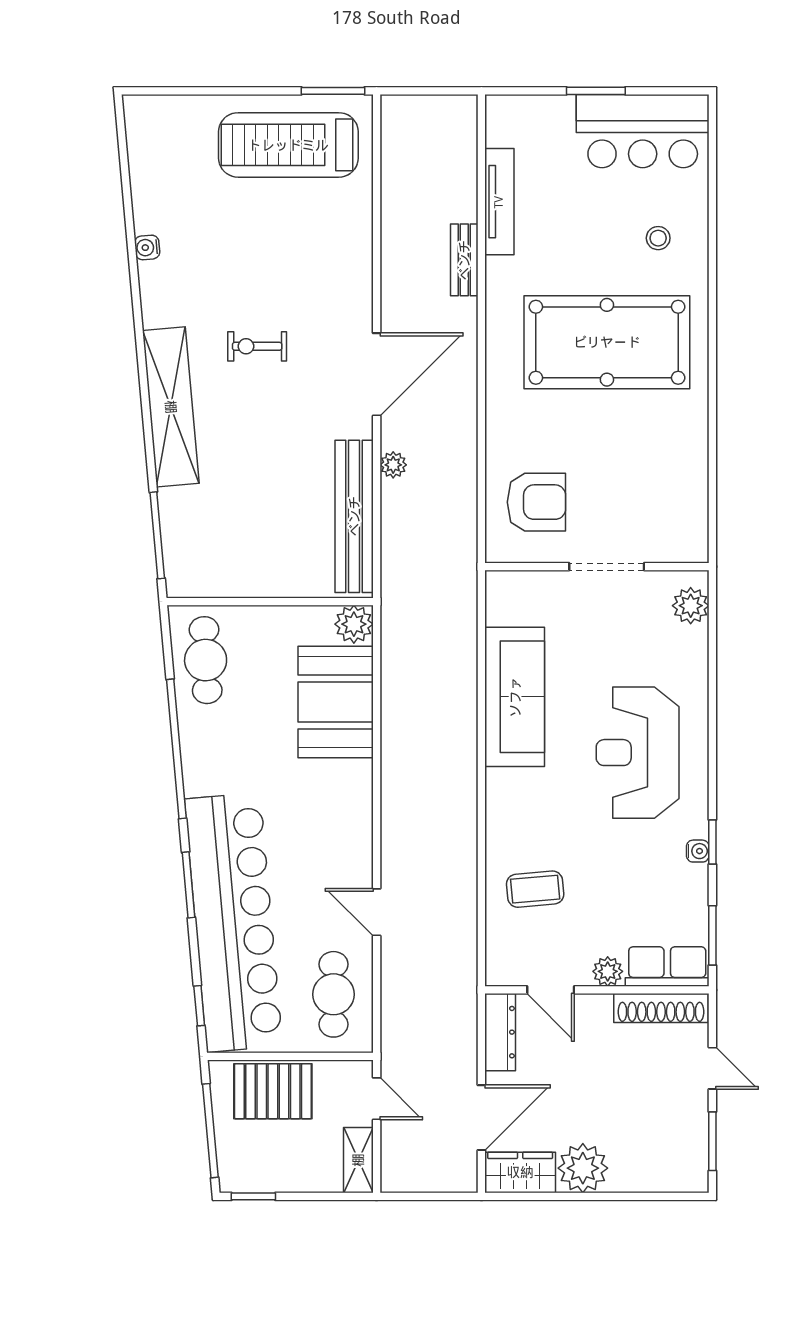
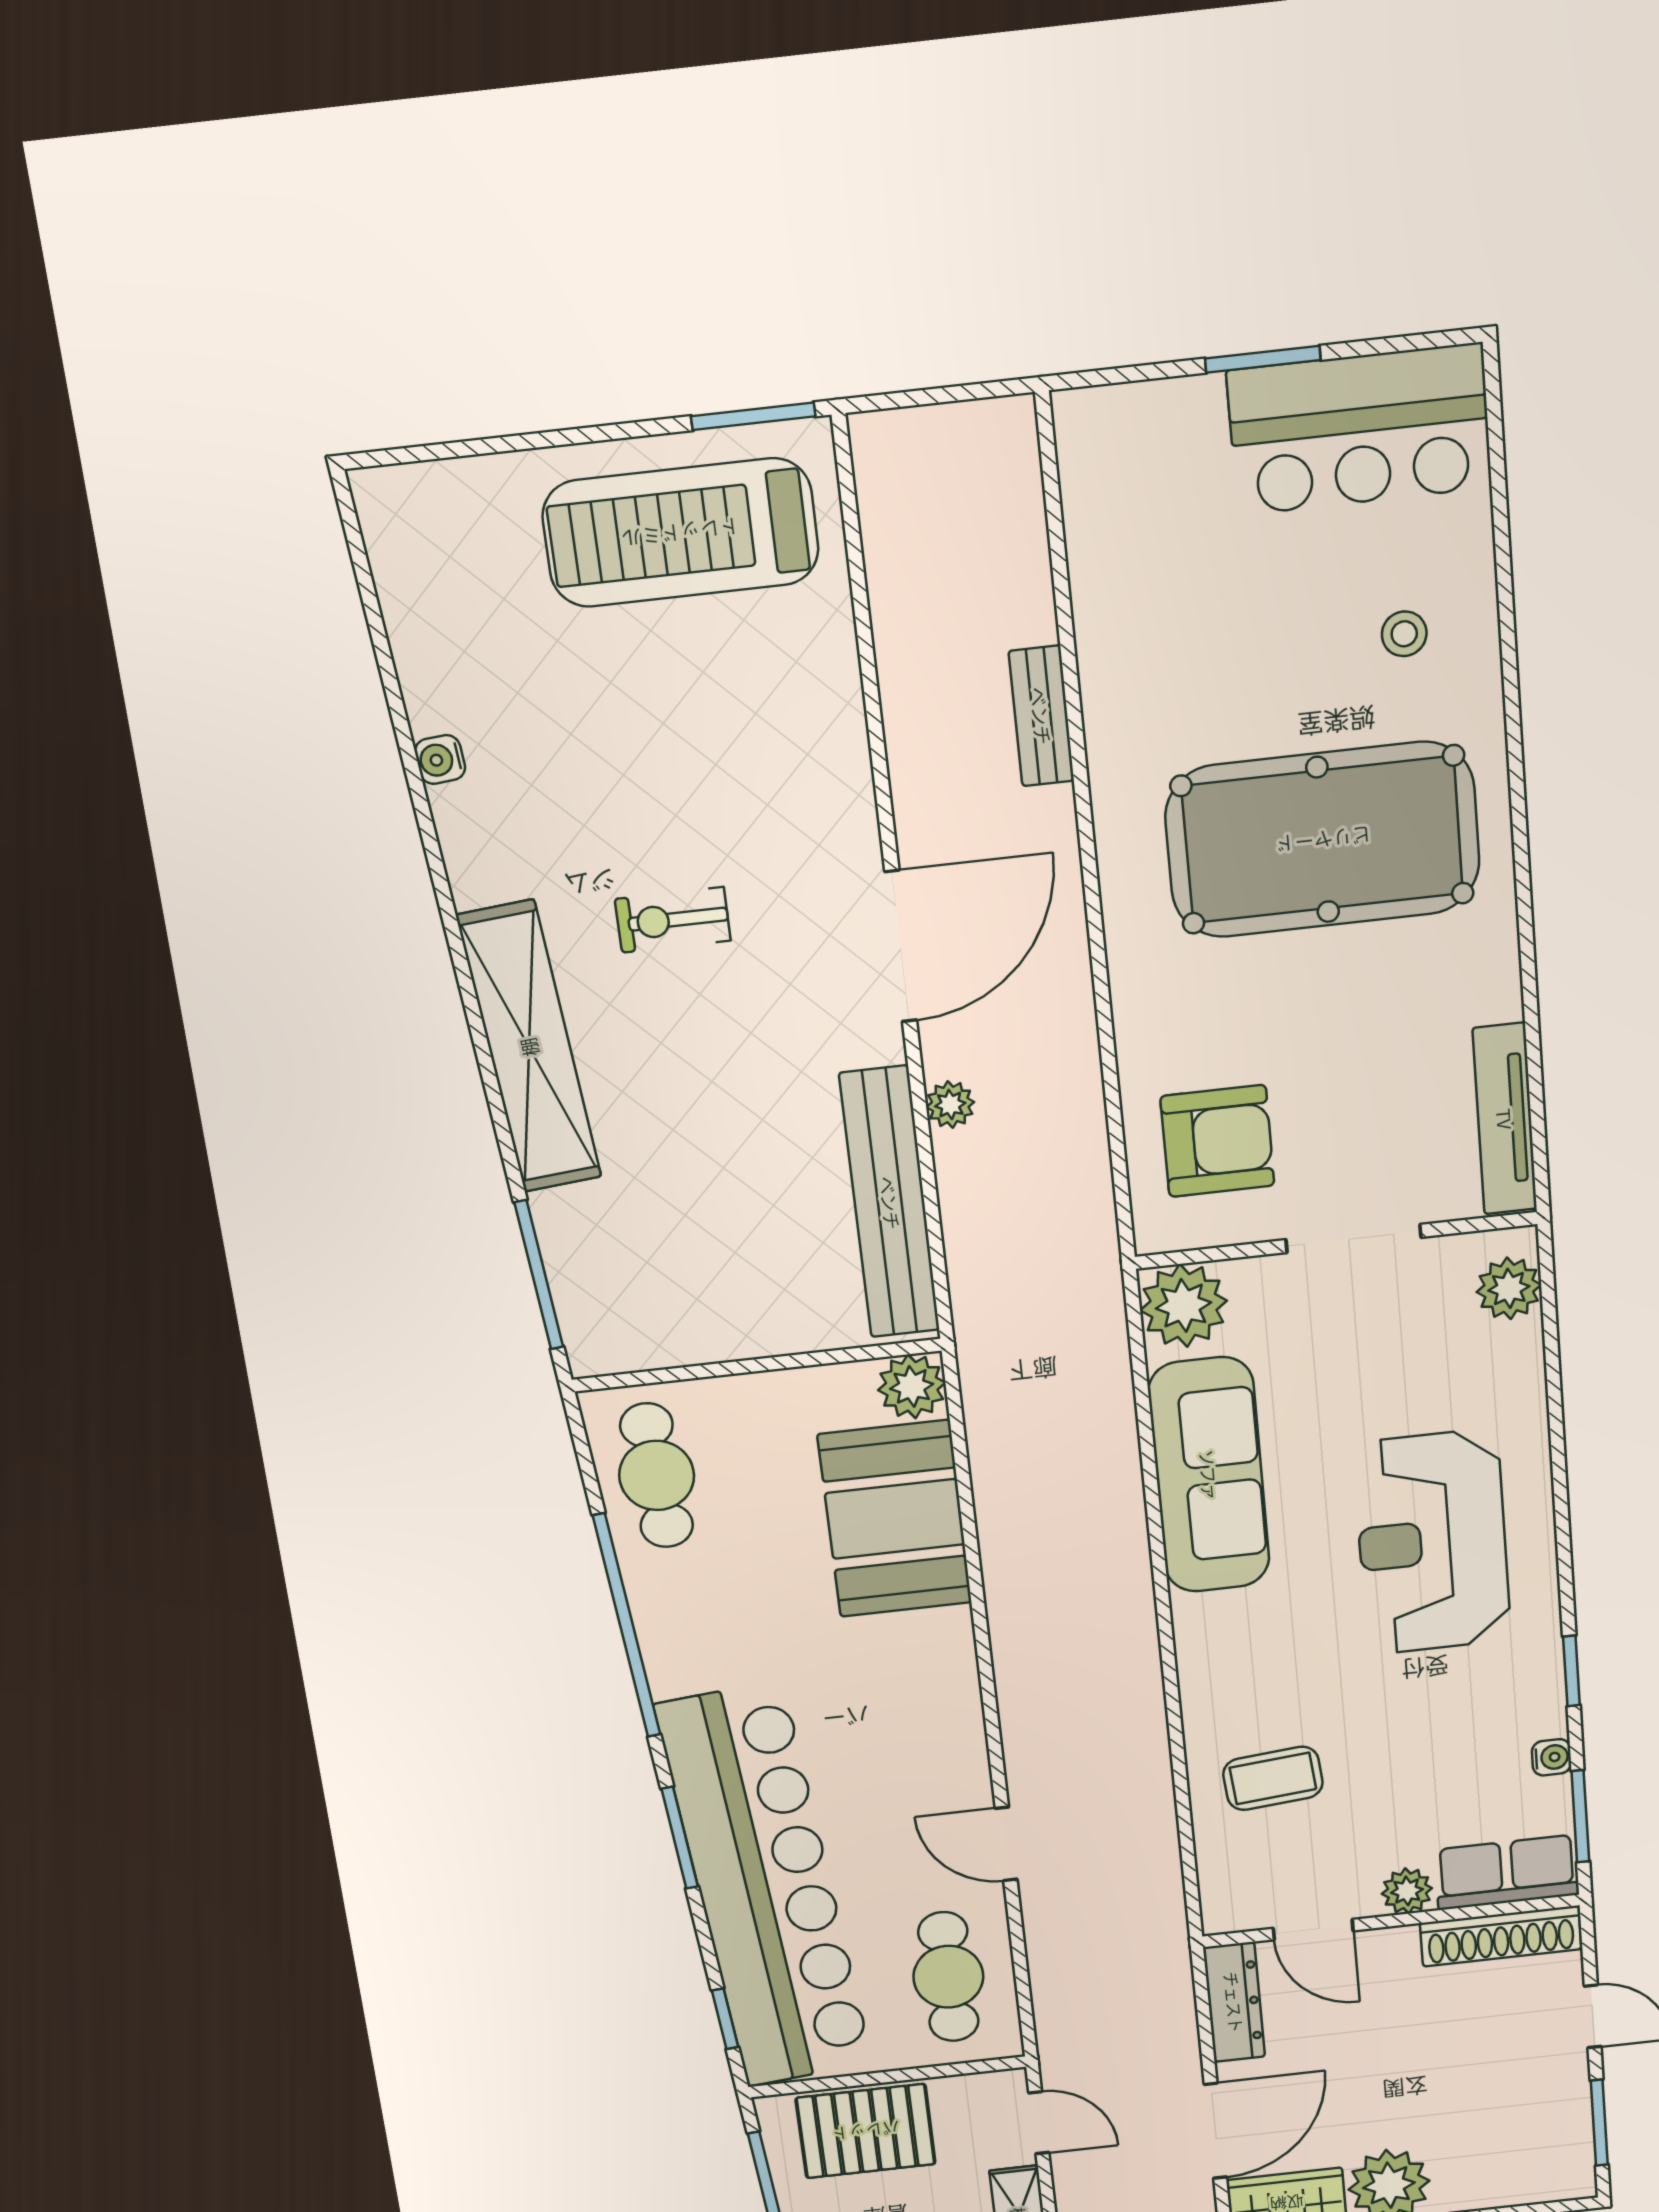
tv unit: (499, 202) -> (1505, 1119), moved, turned 180
plant: (509, 595) -> (1184, 1306), added
water cooler: (698, 851) -> (1552, 1757), moved

